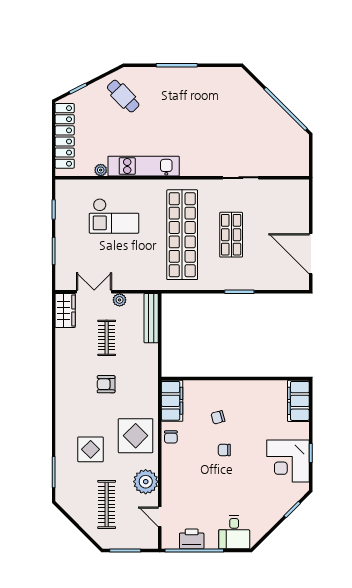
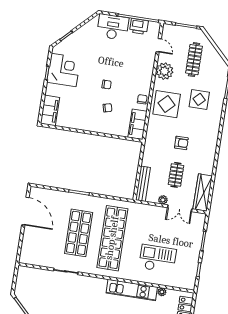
shop shelf: (231, 235) -> (79, 233), width x1.43, depth x1.36
wardrobe: (65, 310) -> (203, 192), width x1.50
desk: (234, 532) -> (113, 27), width x1.37

